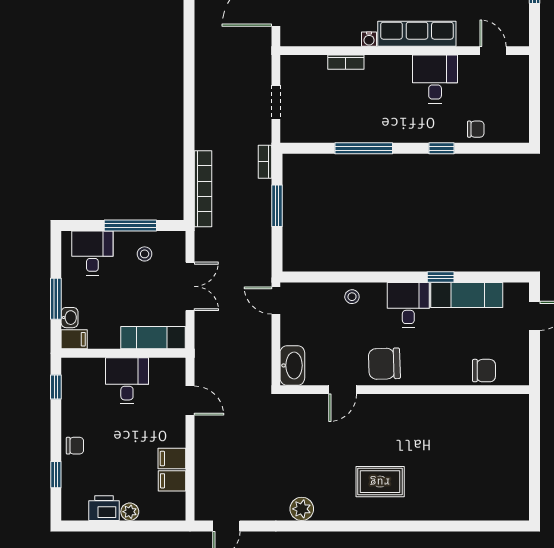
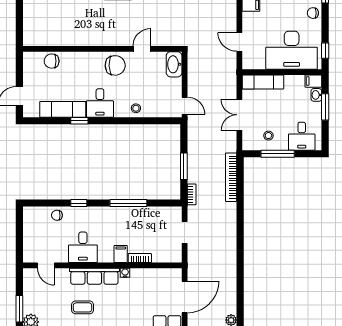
filing cabinet: (376, 68) -> (121, 254), added
desk: (127, 381) -> (292, 50), width x1.87, depth x1.30

